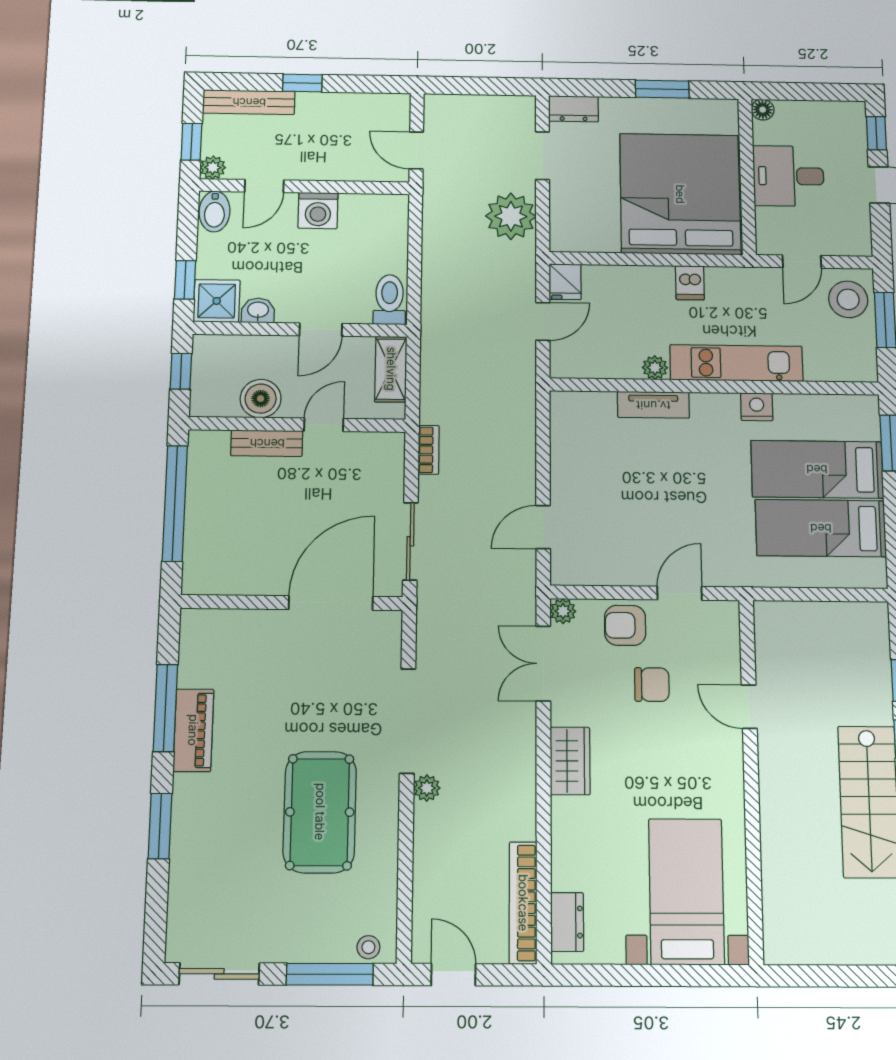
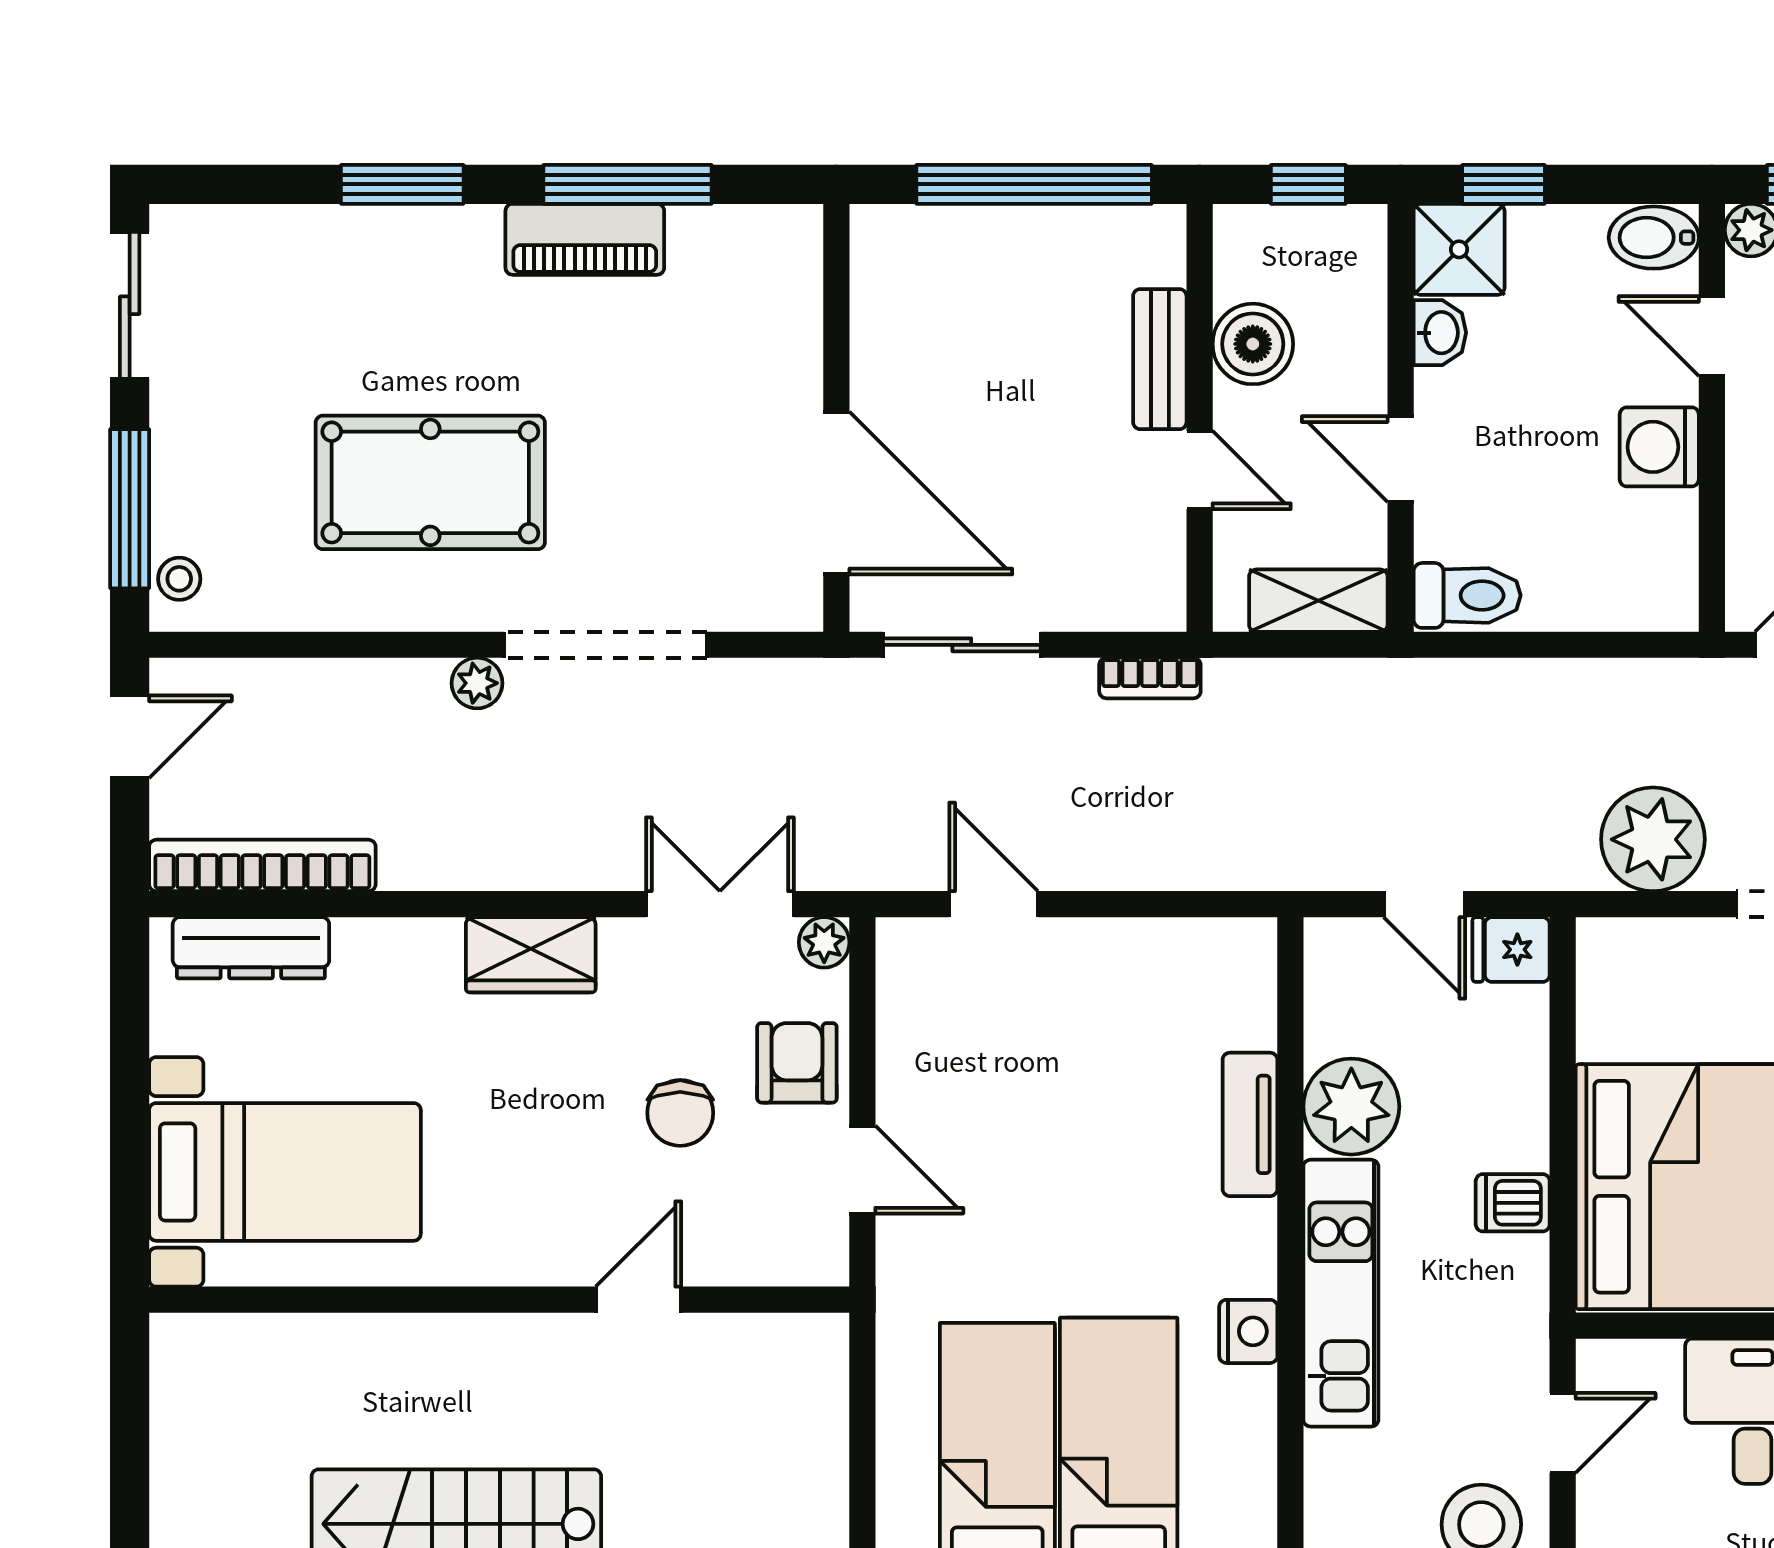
door: (802, 262) -> (1563, 1433), swing flipped
plant: (655, 368) -> (1351, 1107), width x1.88, depth x1.88
dresser: (567, 922) -> (251, 948), width x1.44

